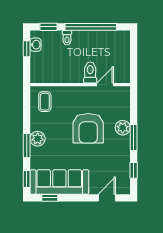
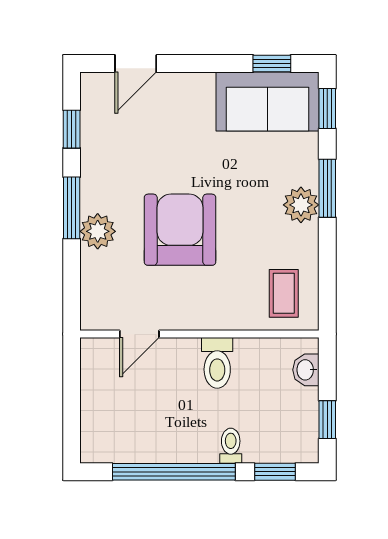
washbasin: (35, 45) -> (306, 370), moved
toilet: (90, 73) -> (217, 363), moved
sofa: (59, 182) -> (268, 102), width x0.73

